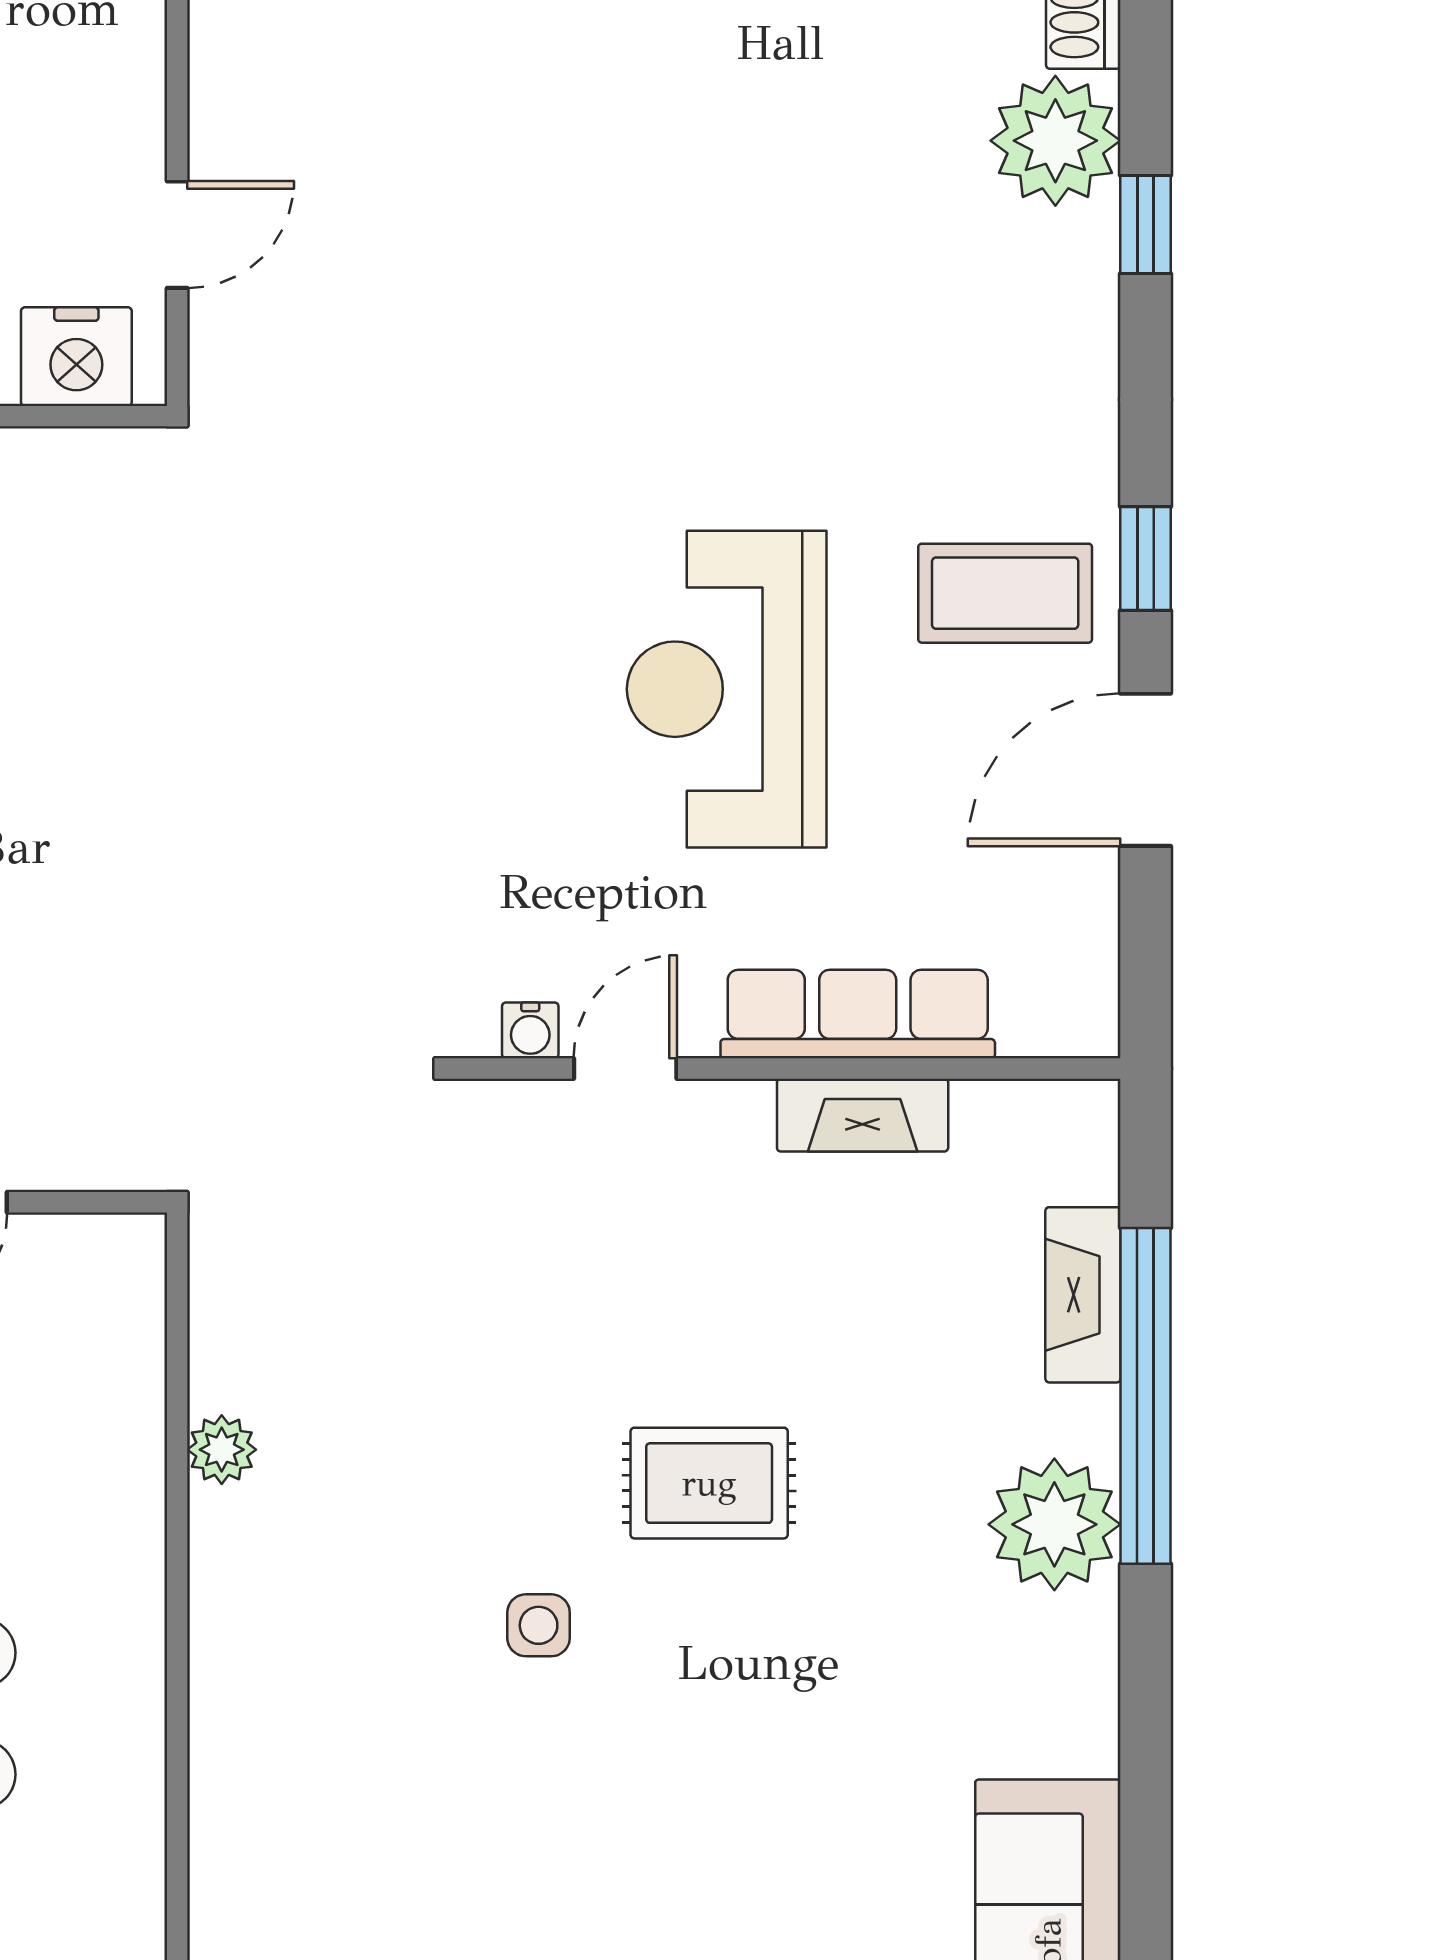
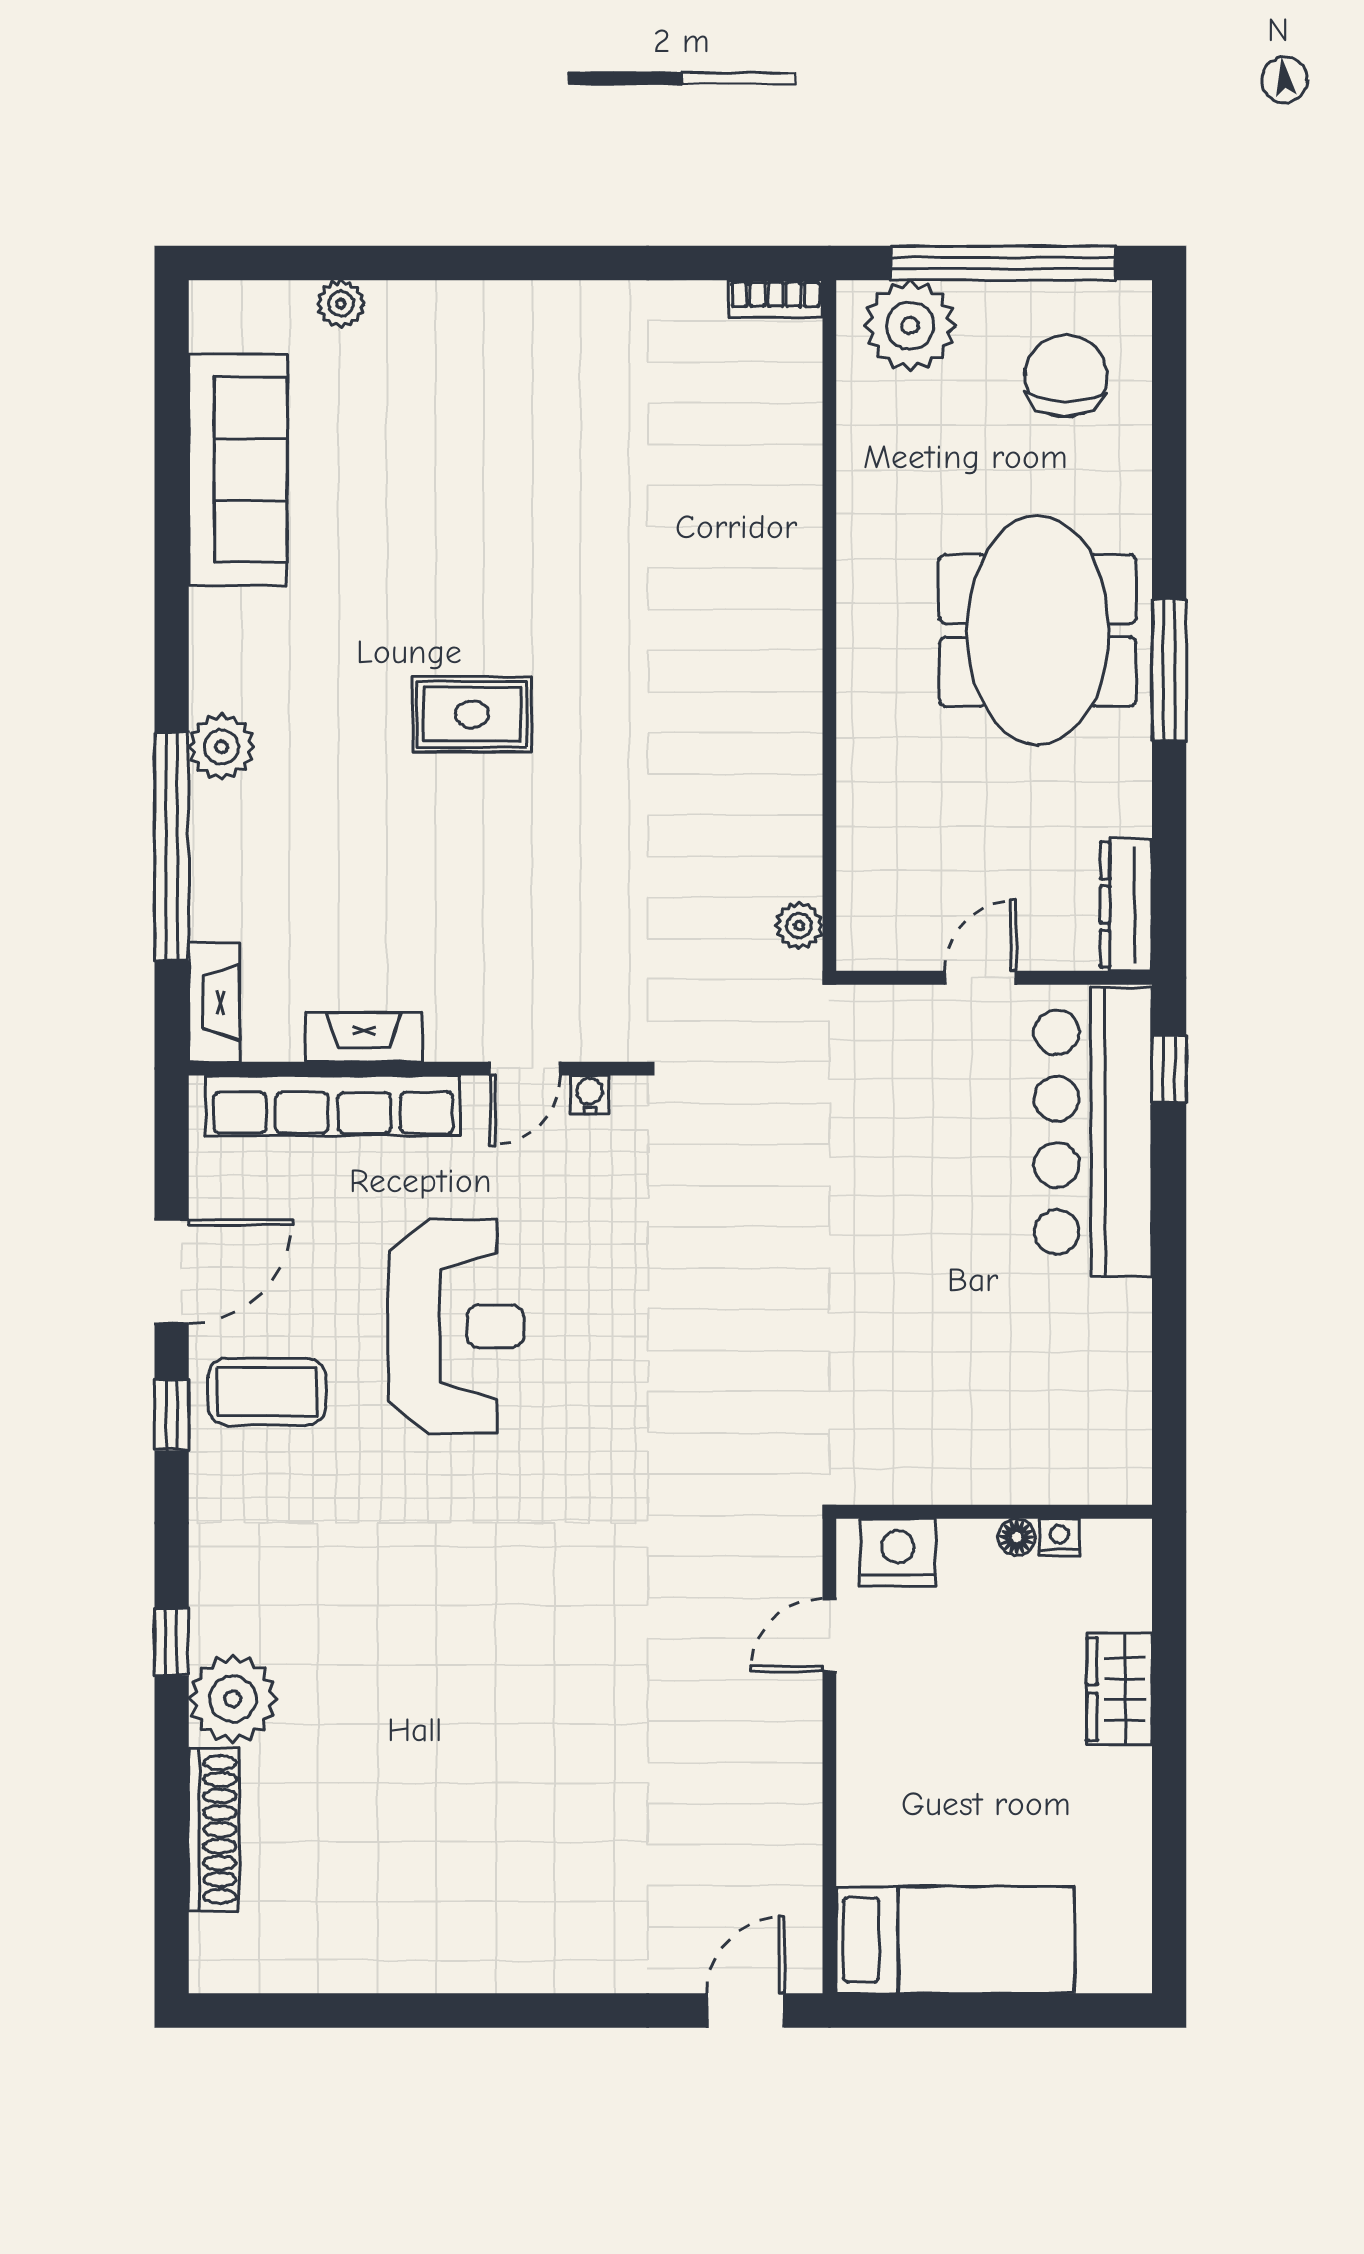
row of seats: (858, 1014) -> (333, 1106), width x1.36
fireplace: (1083, 1295) -> (214, 1002), moved
plant: (222, 1450) -> (799, 926), moved
rug: (709, 1483) -> (472, 714), moved
plant: (1054, 1524) -> (222, 747), width x0.73, depth x0.73
side table: (539, 1625) -> (584, 690), removed

